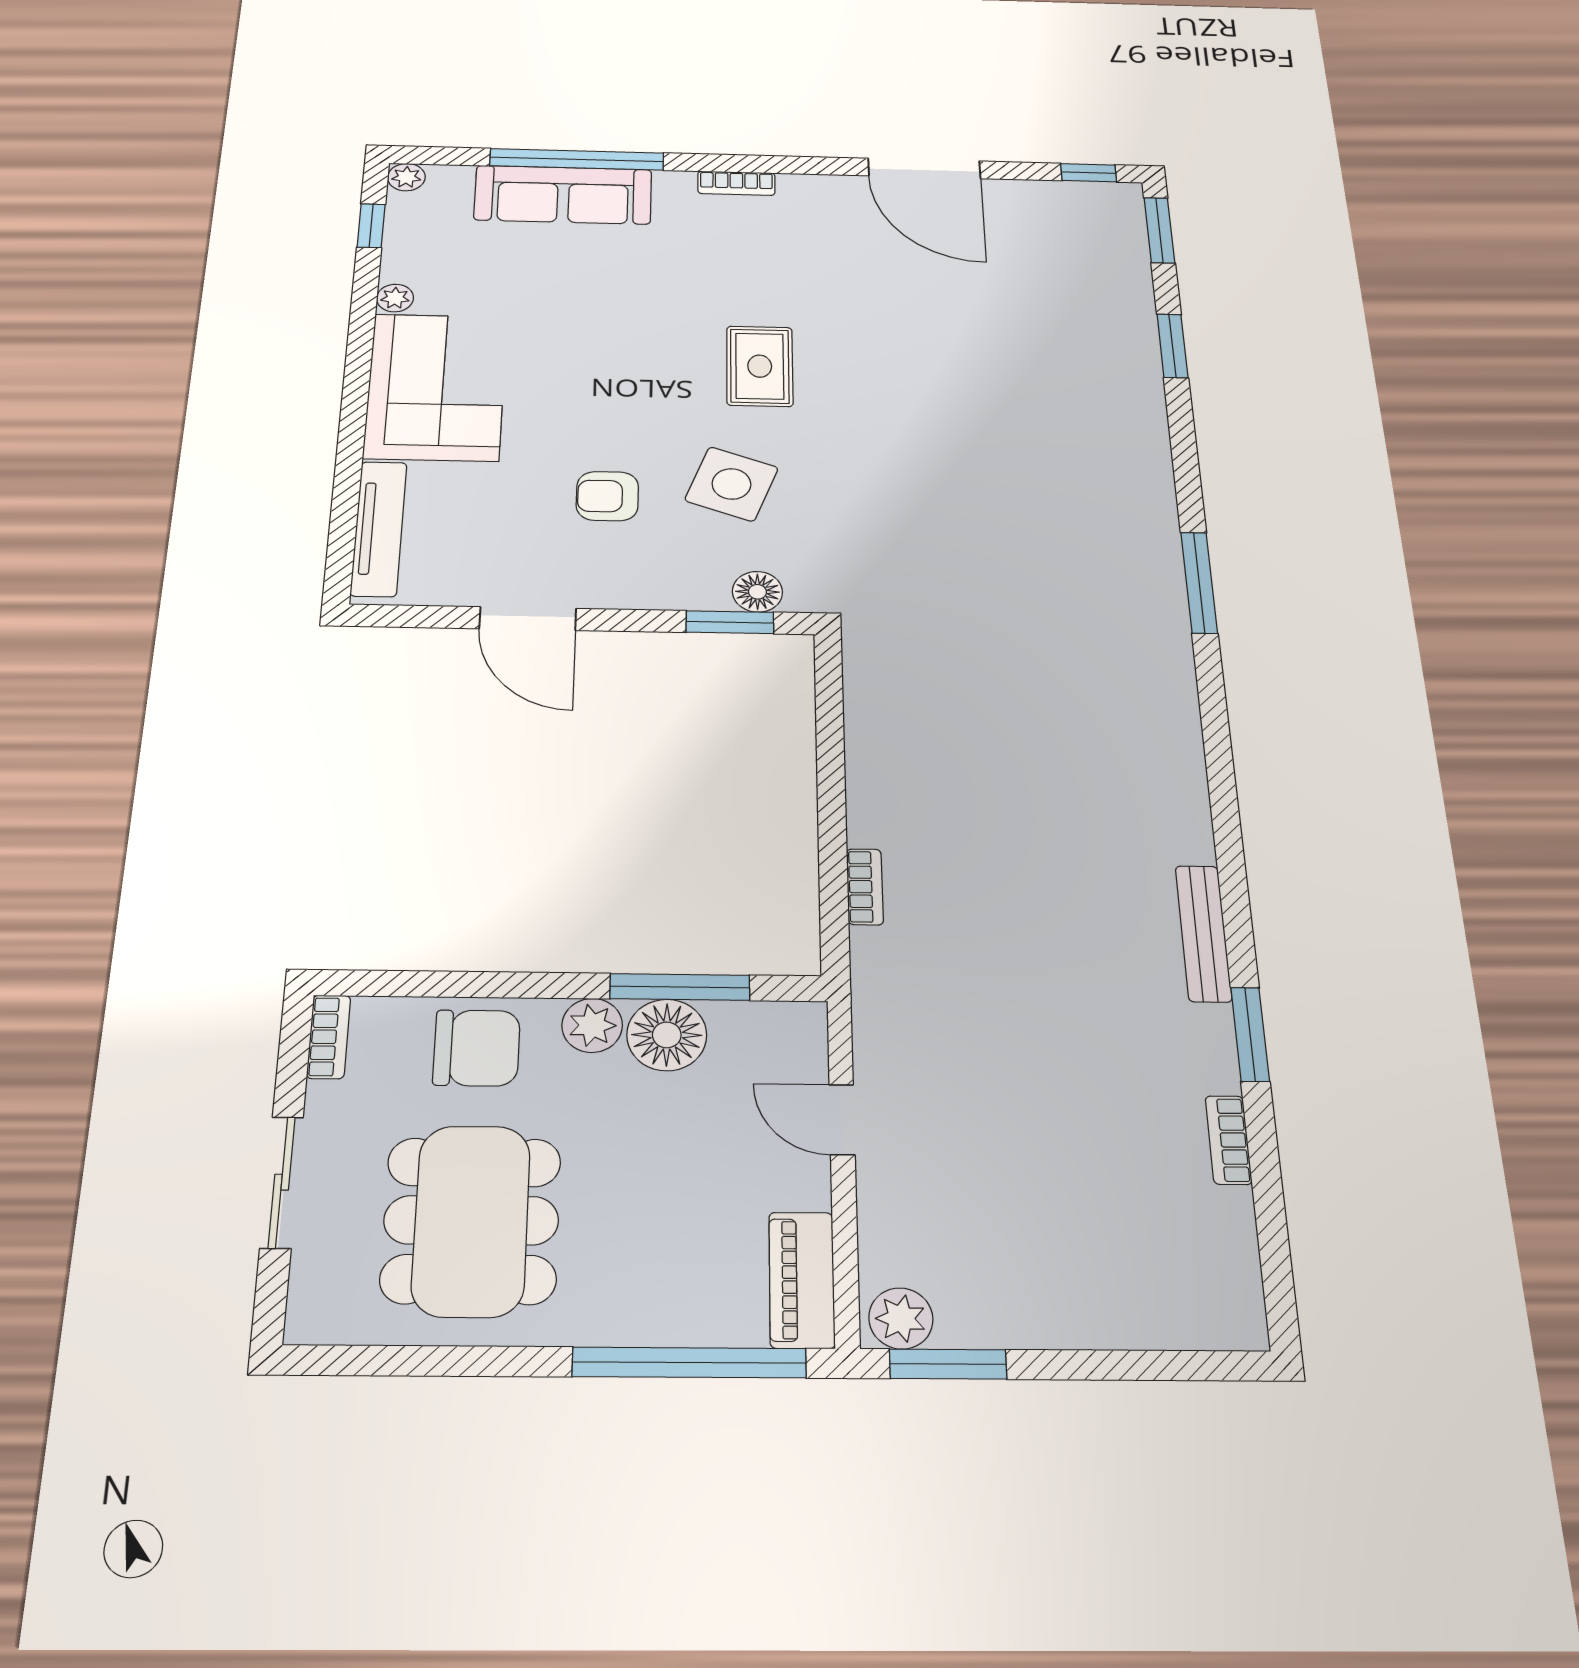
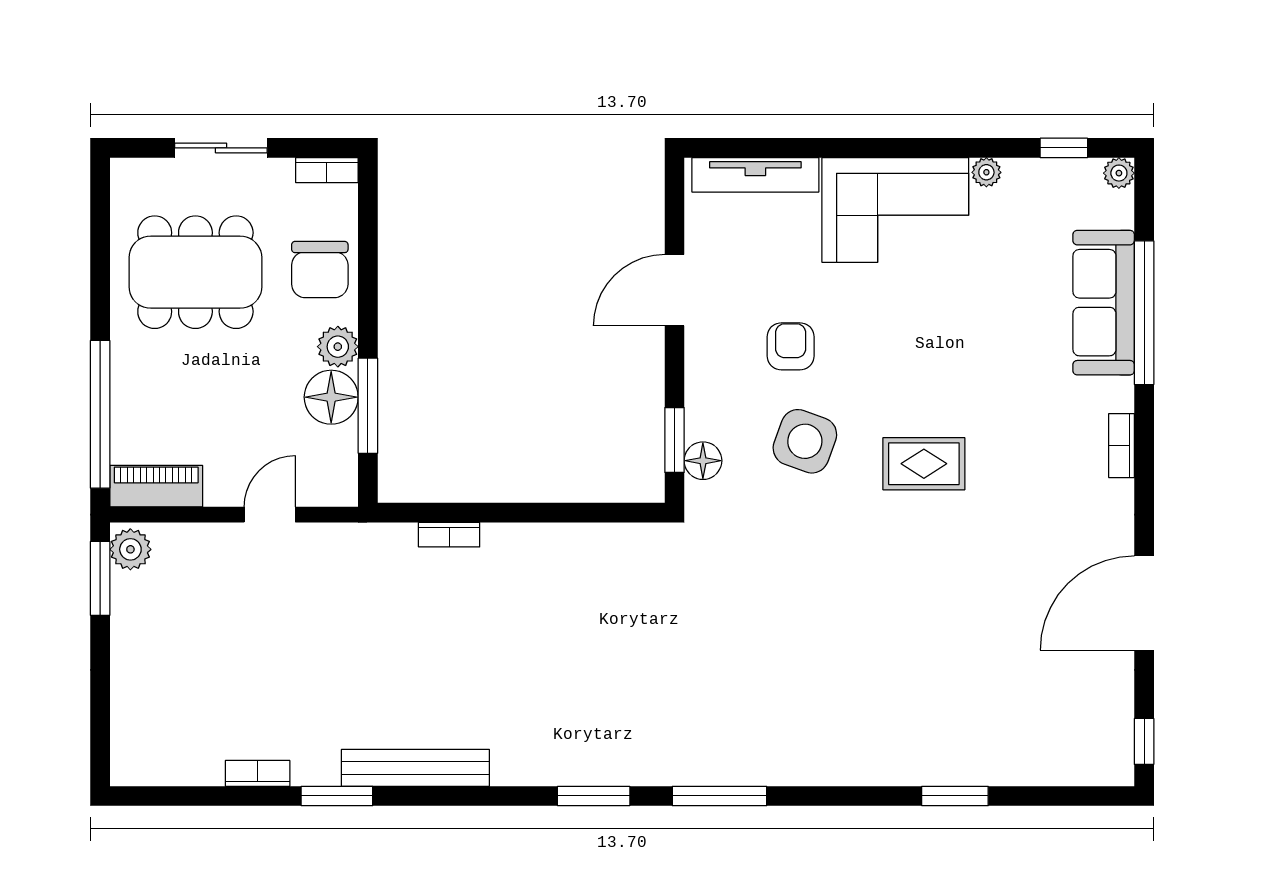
window: (1159, 230) -> (594, 796), moved
bench: (1203, 933) -> (415, 768), width x1.37, depth x1.21

